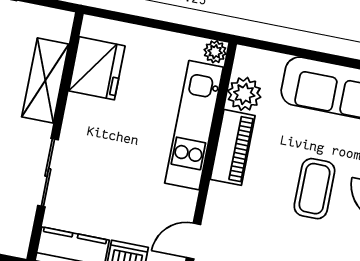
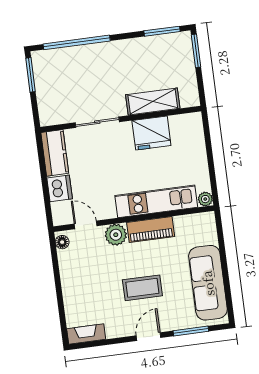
fridge: (97, 68) -> (151, 133), moved
plant: (244, 94) -> (116, 235), moved

